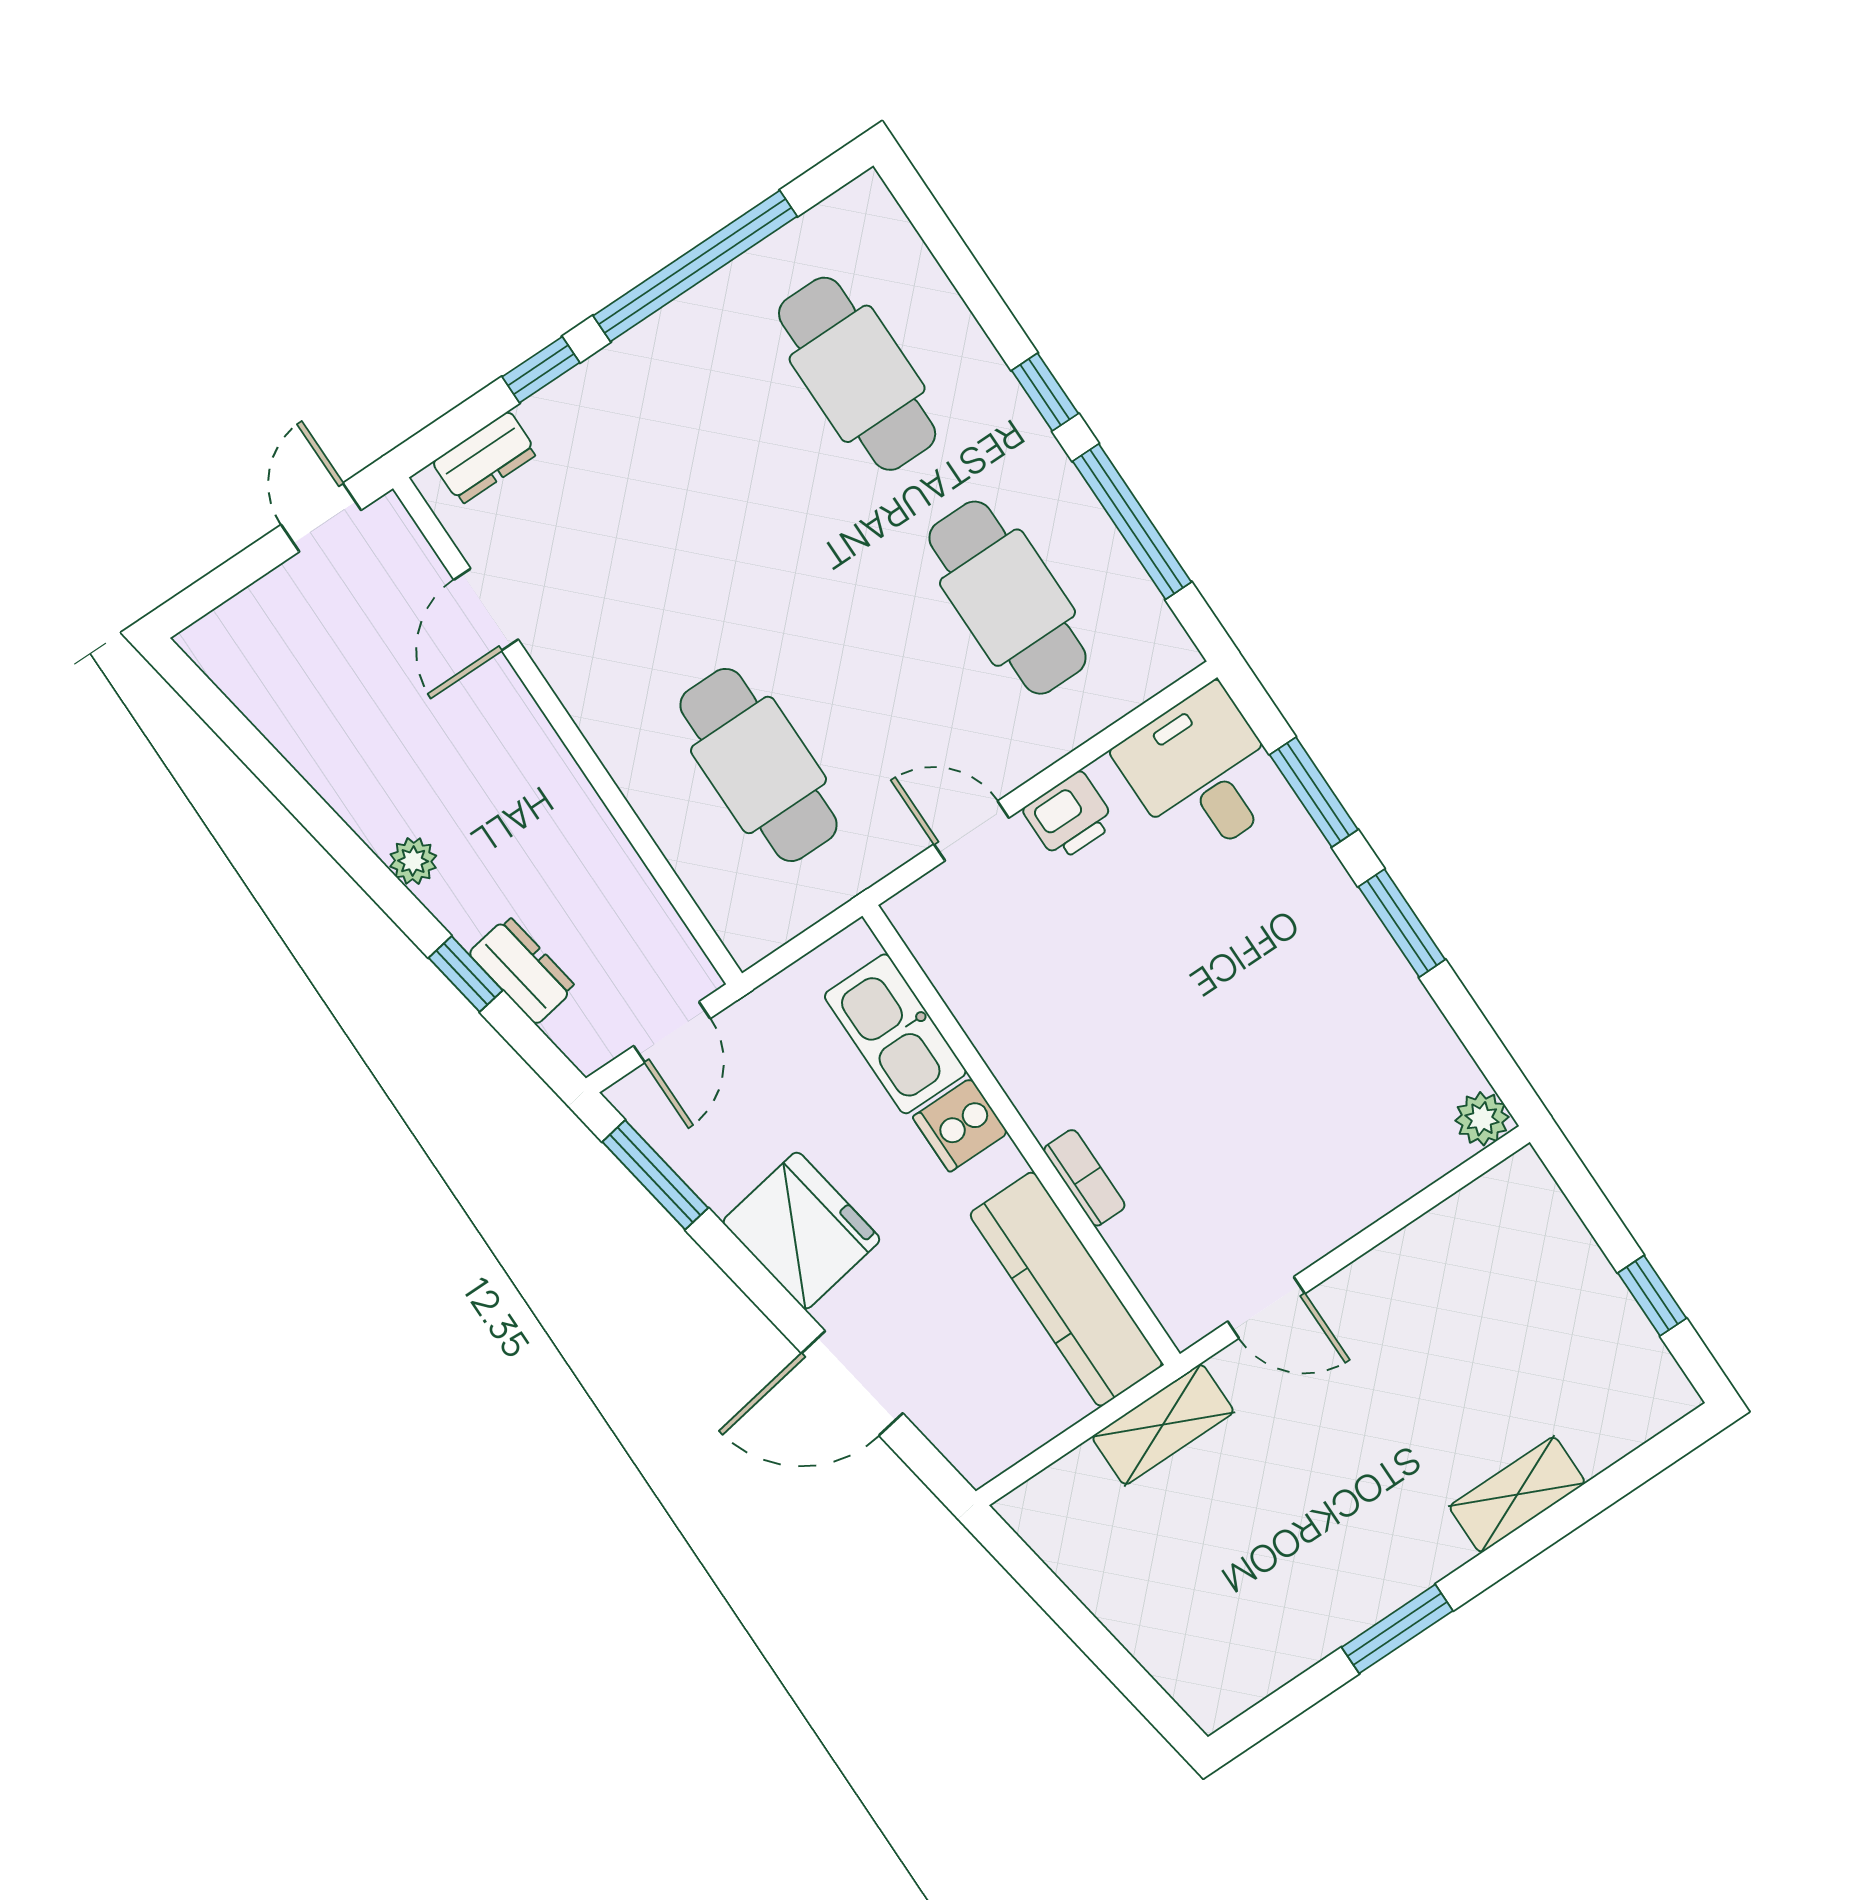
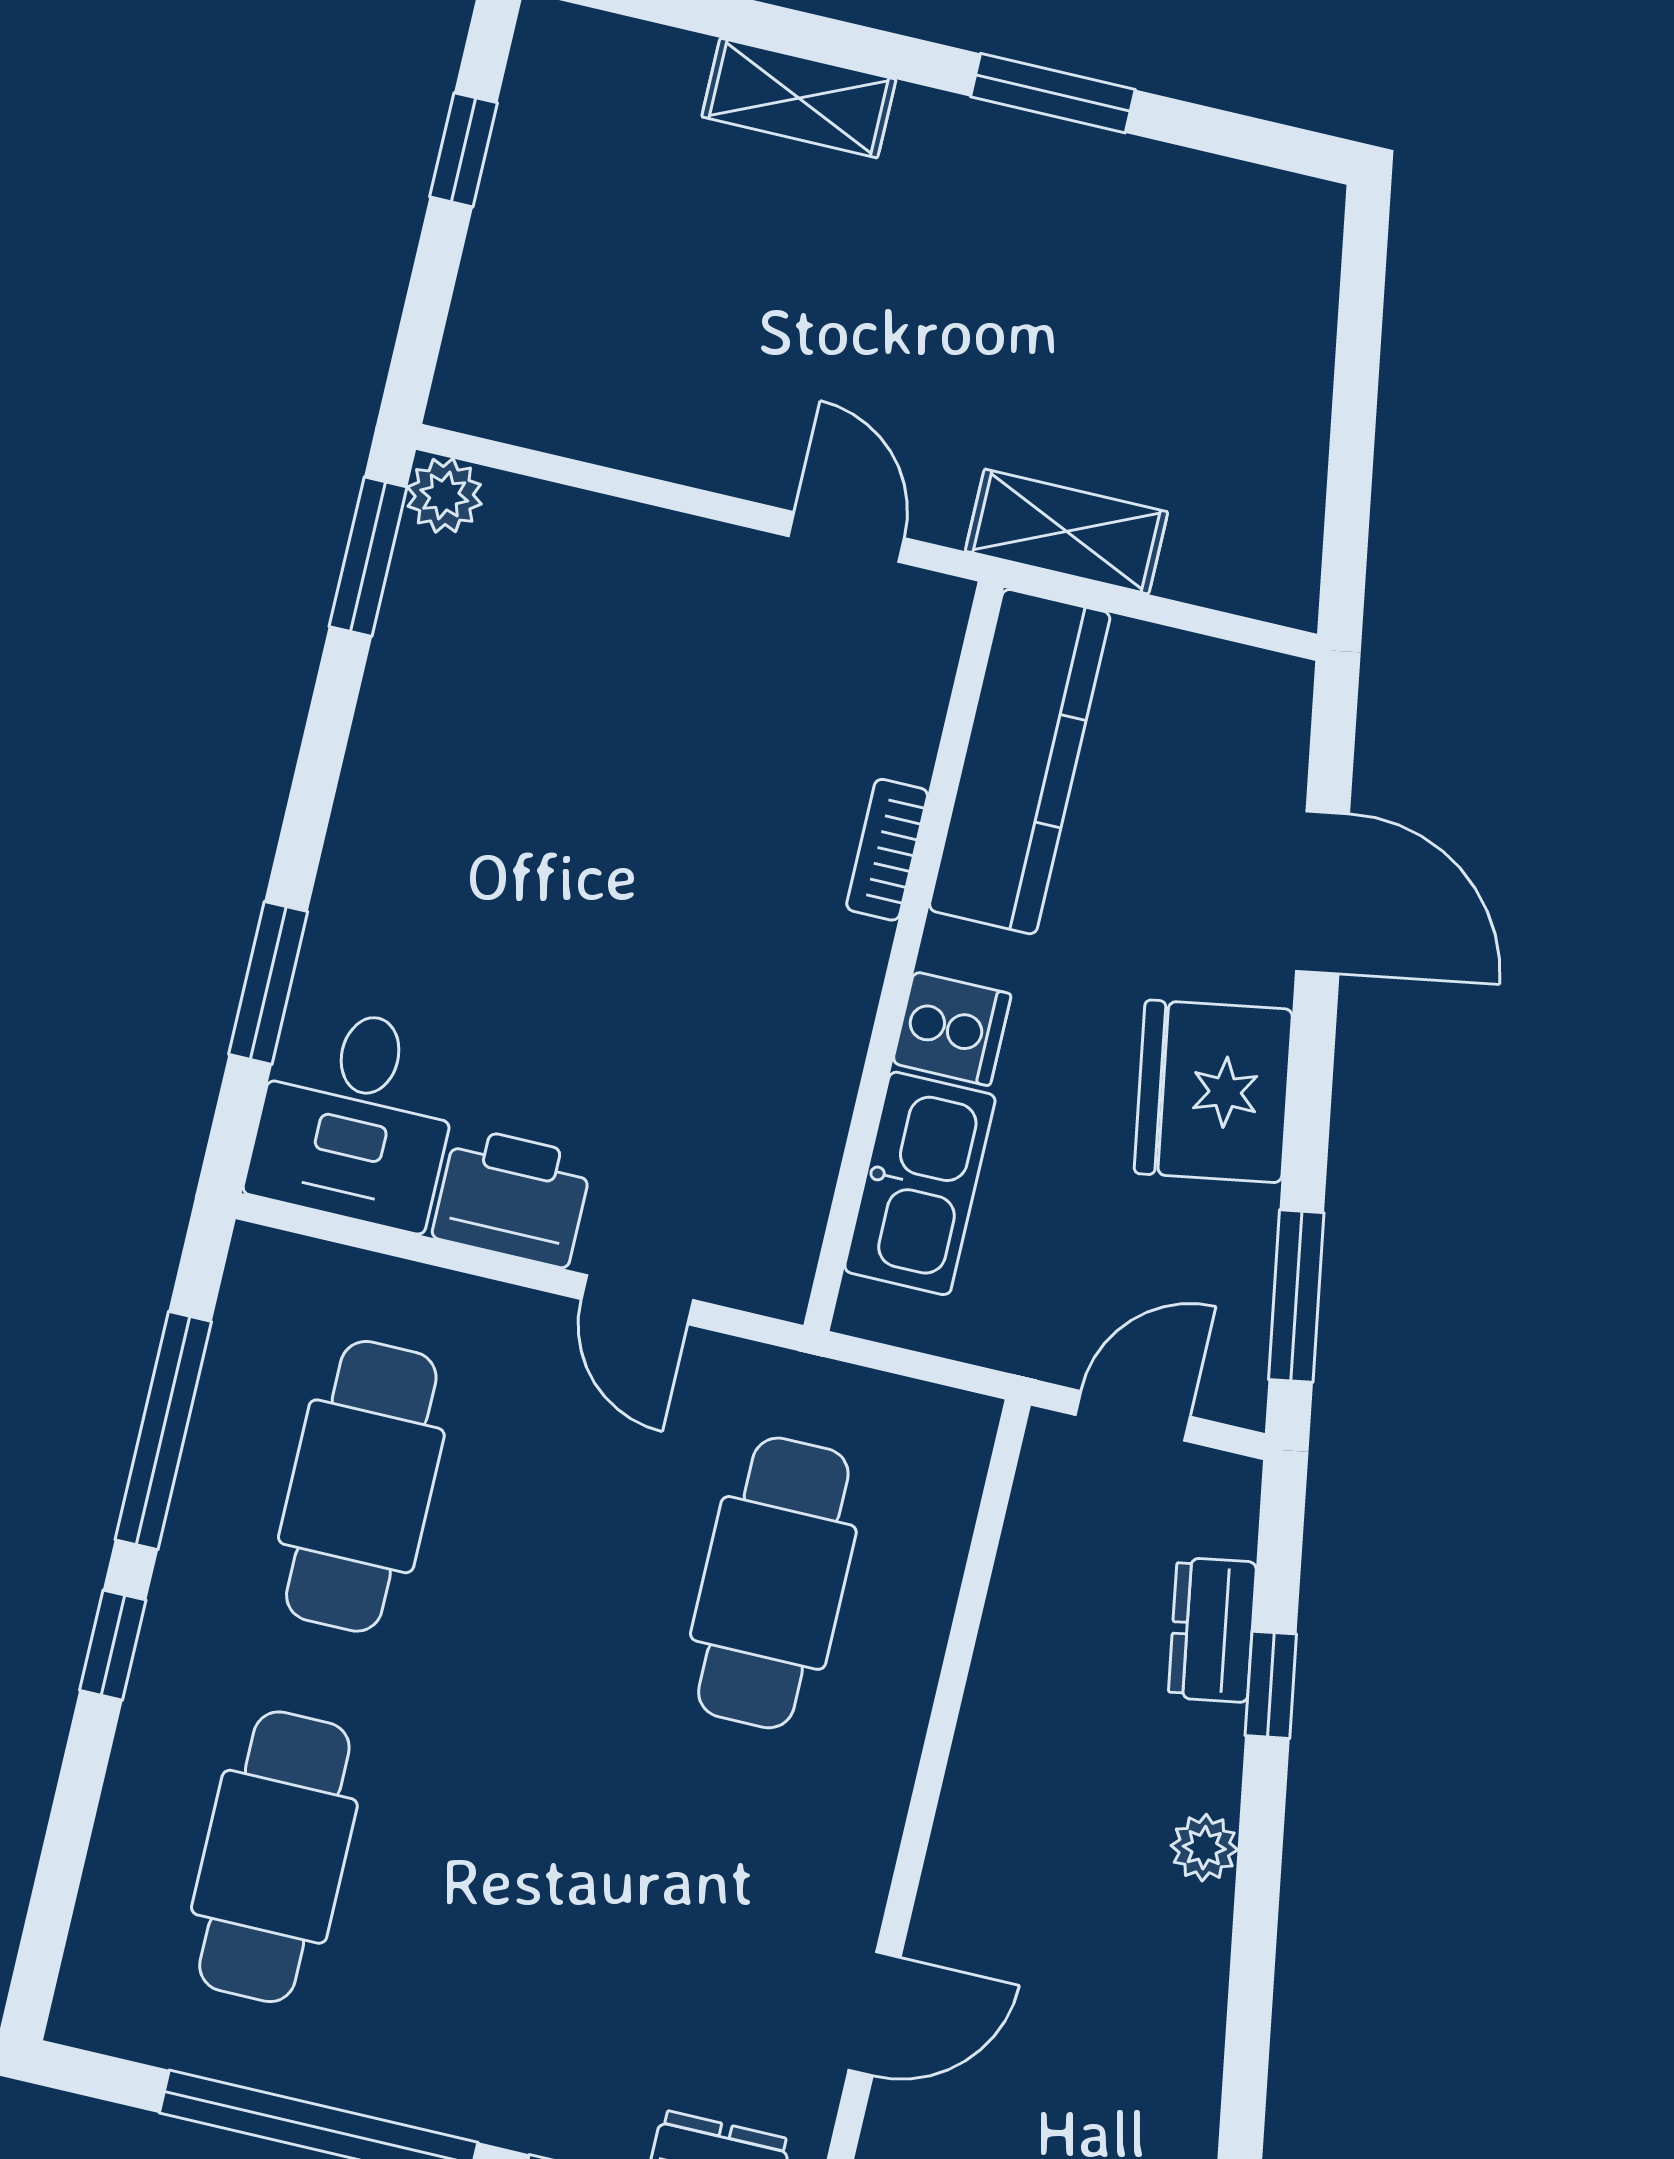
printer: (1069, 816) -> (512, 1197), width x1.36, depth x1.24
window: (1402, 923) -> (368, 557), moved

